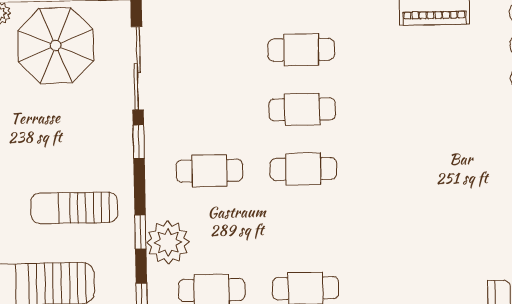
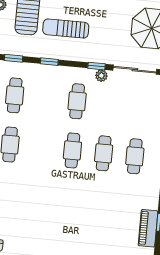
sun lounger: (74, 208) -> (66, 28), turned -90
plant: (168, 242) -> (101, 76), moved, width x0.53, depth x0.53

